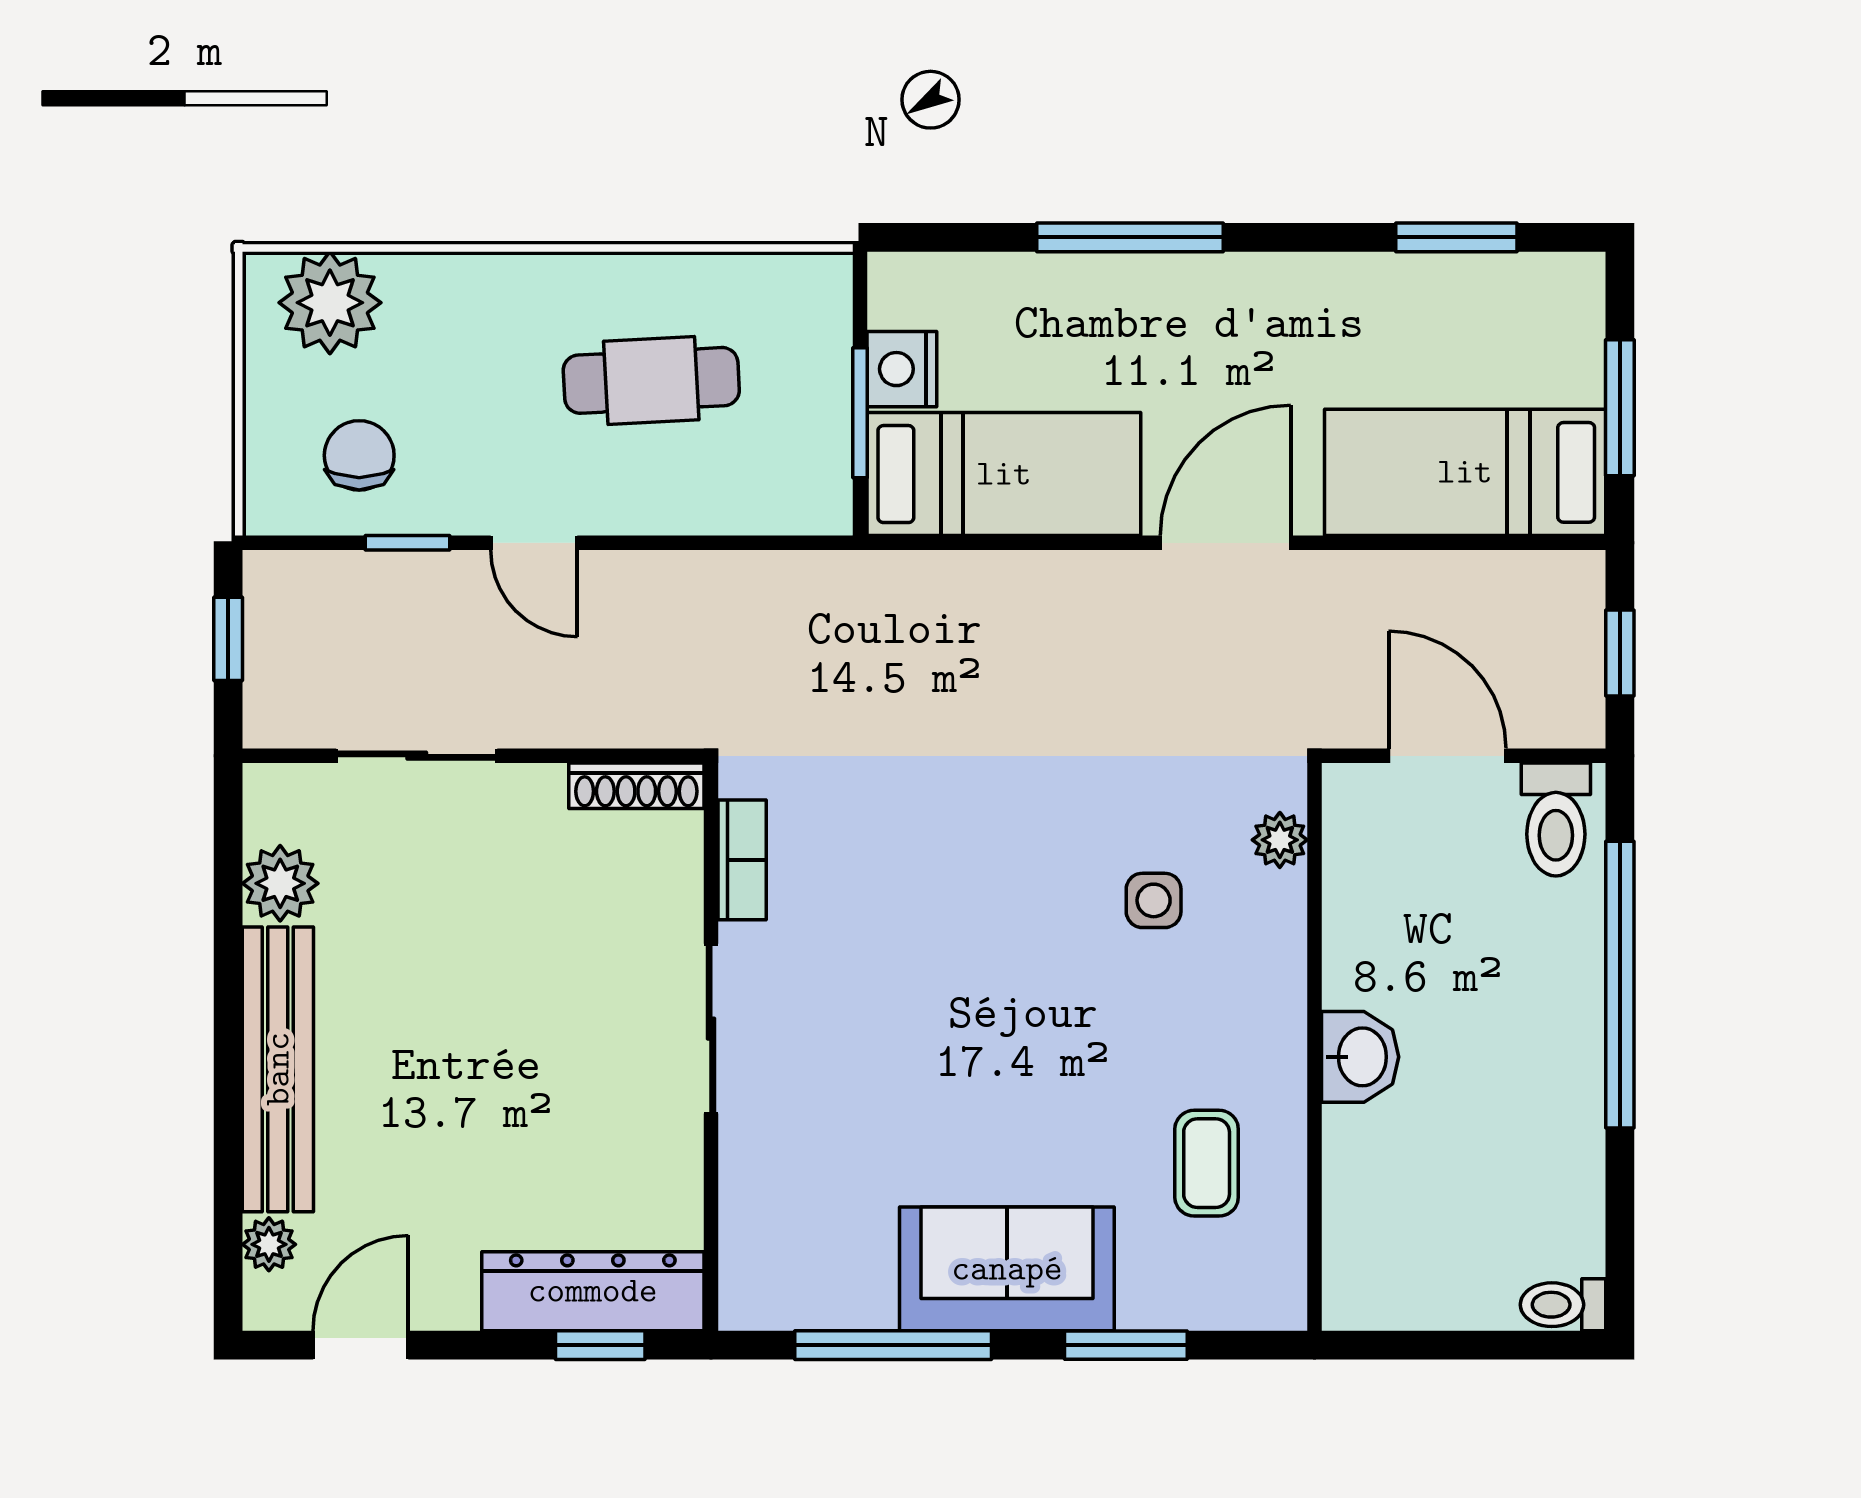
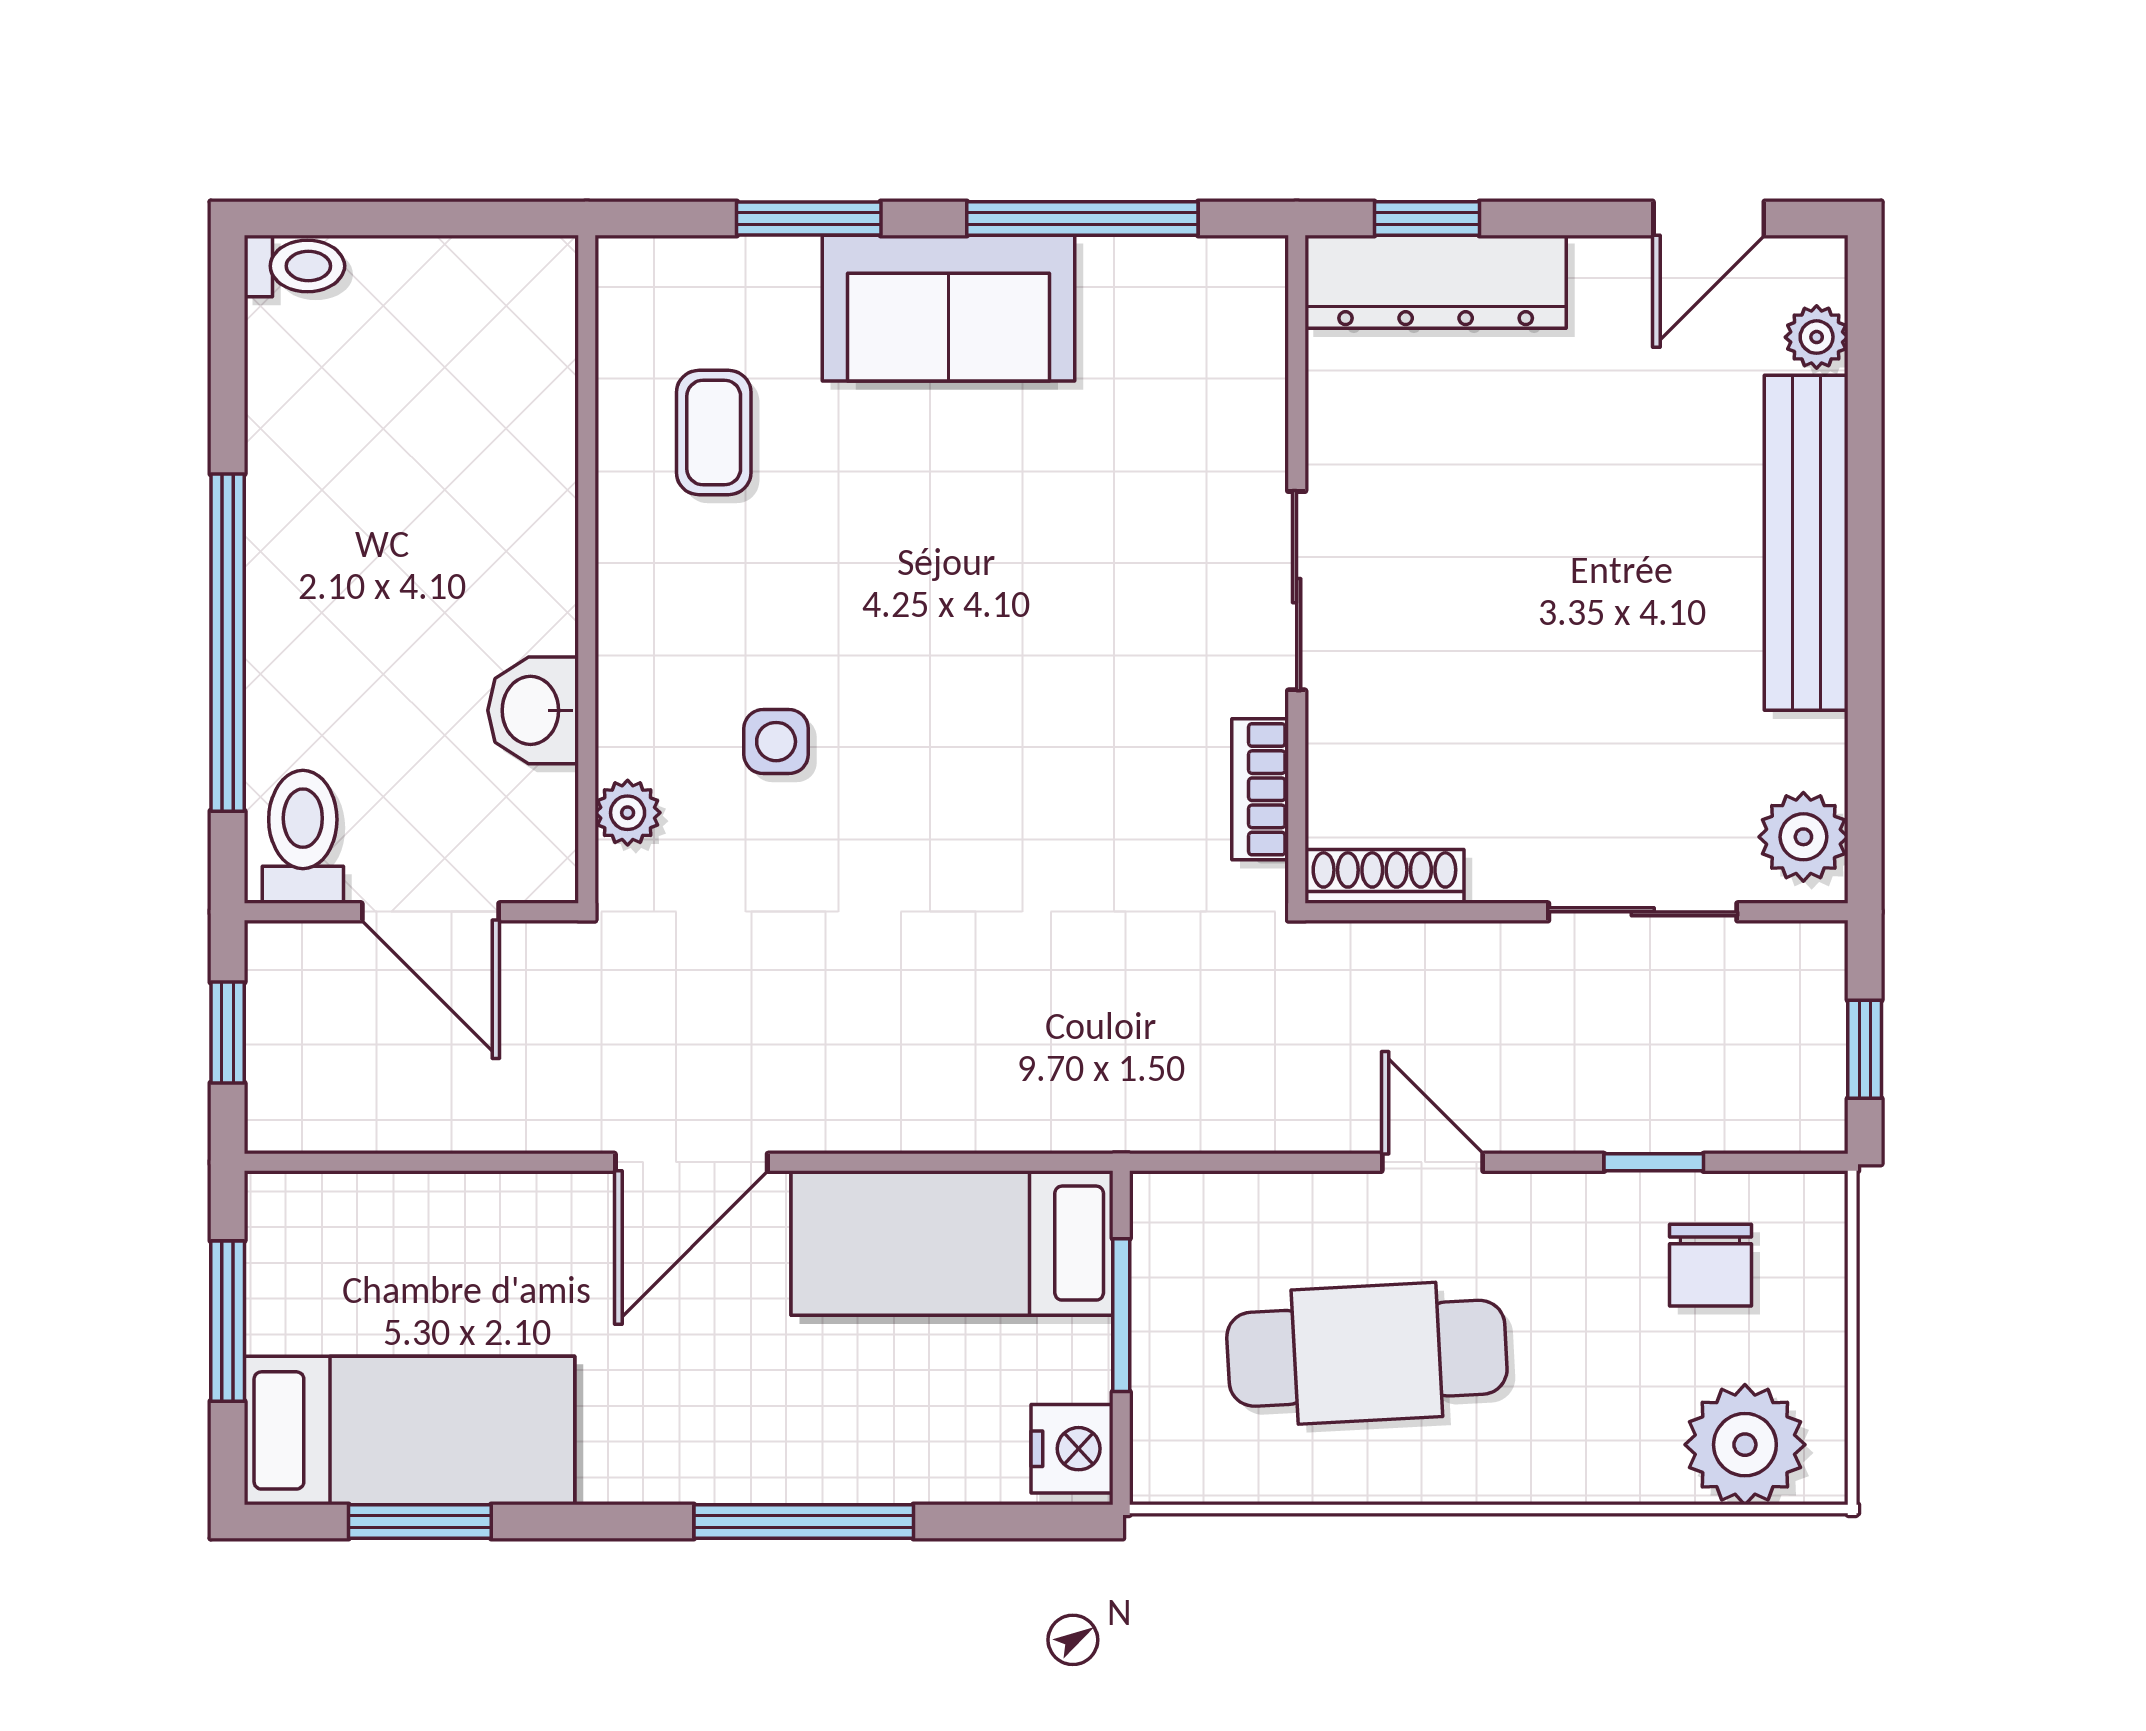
nightstand: (902, 369) -> (1072, 1449), moved
cafe table: (651, 380) -> (1367, 1353), width x1.37, depth x1.35
bed: (1465, 472) -> (409, 1430), moved
door: (534, 543) -> (1432, 1162), moved
plant: (280, 883) -> (1803, 837), moved
washbasin: (1360, 1057) -> (533, 710), moved

